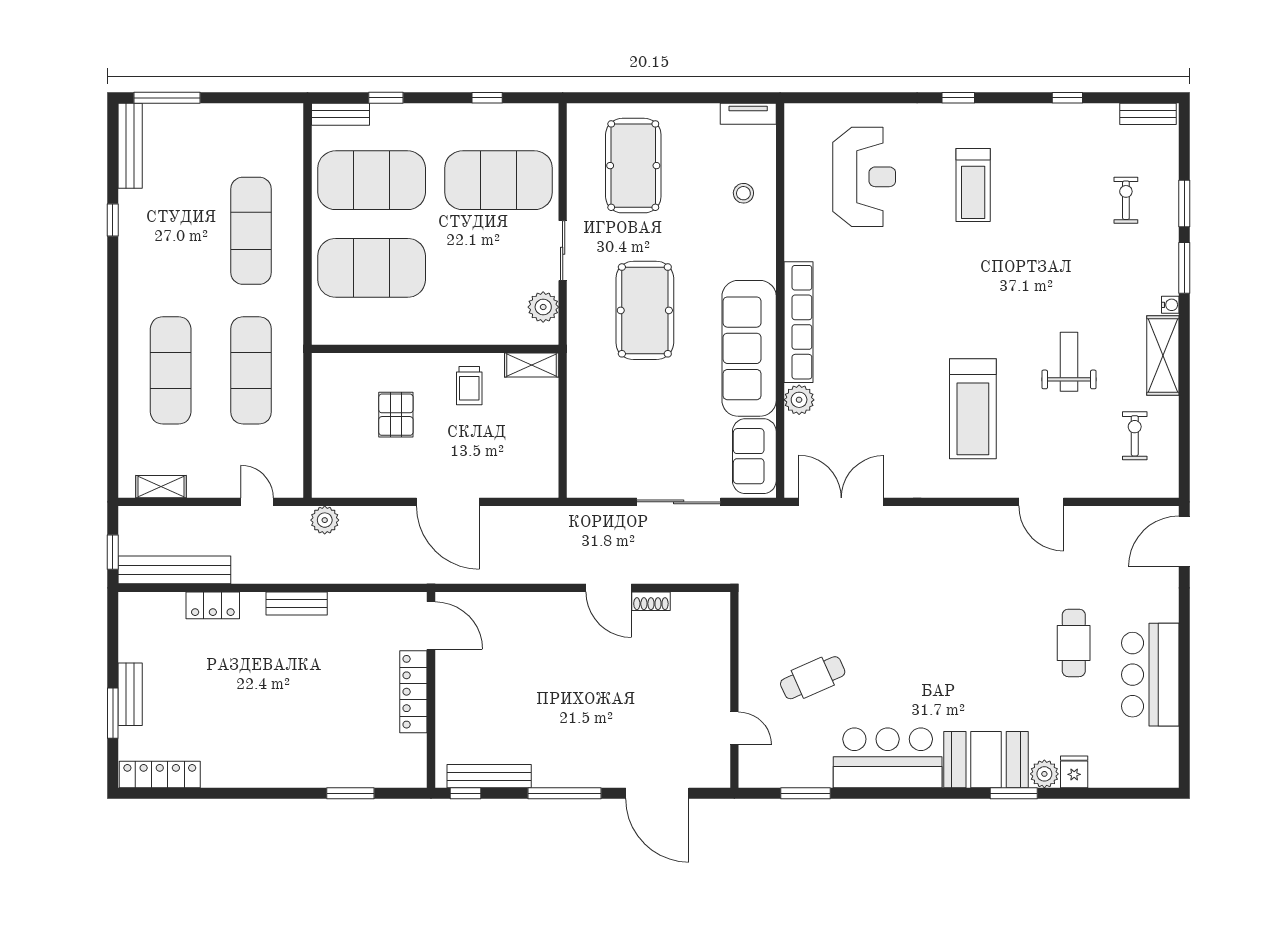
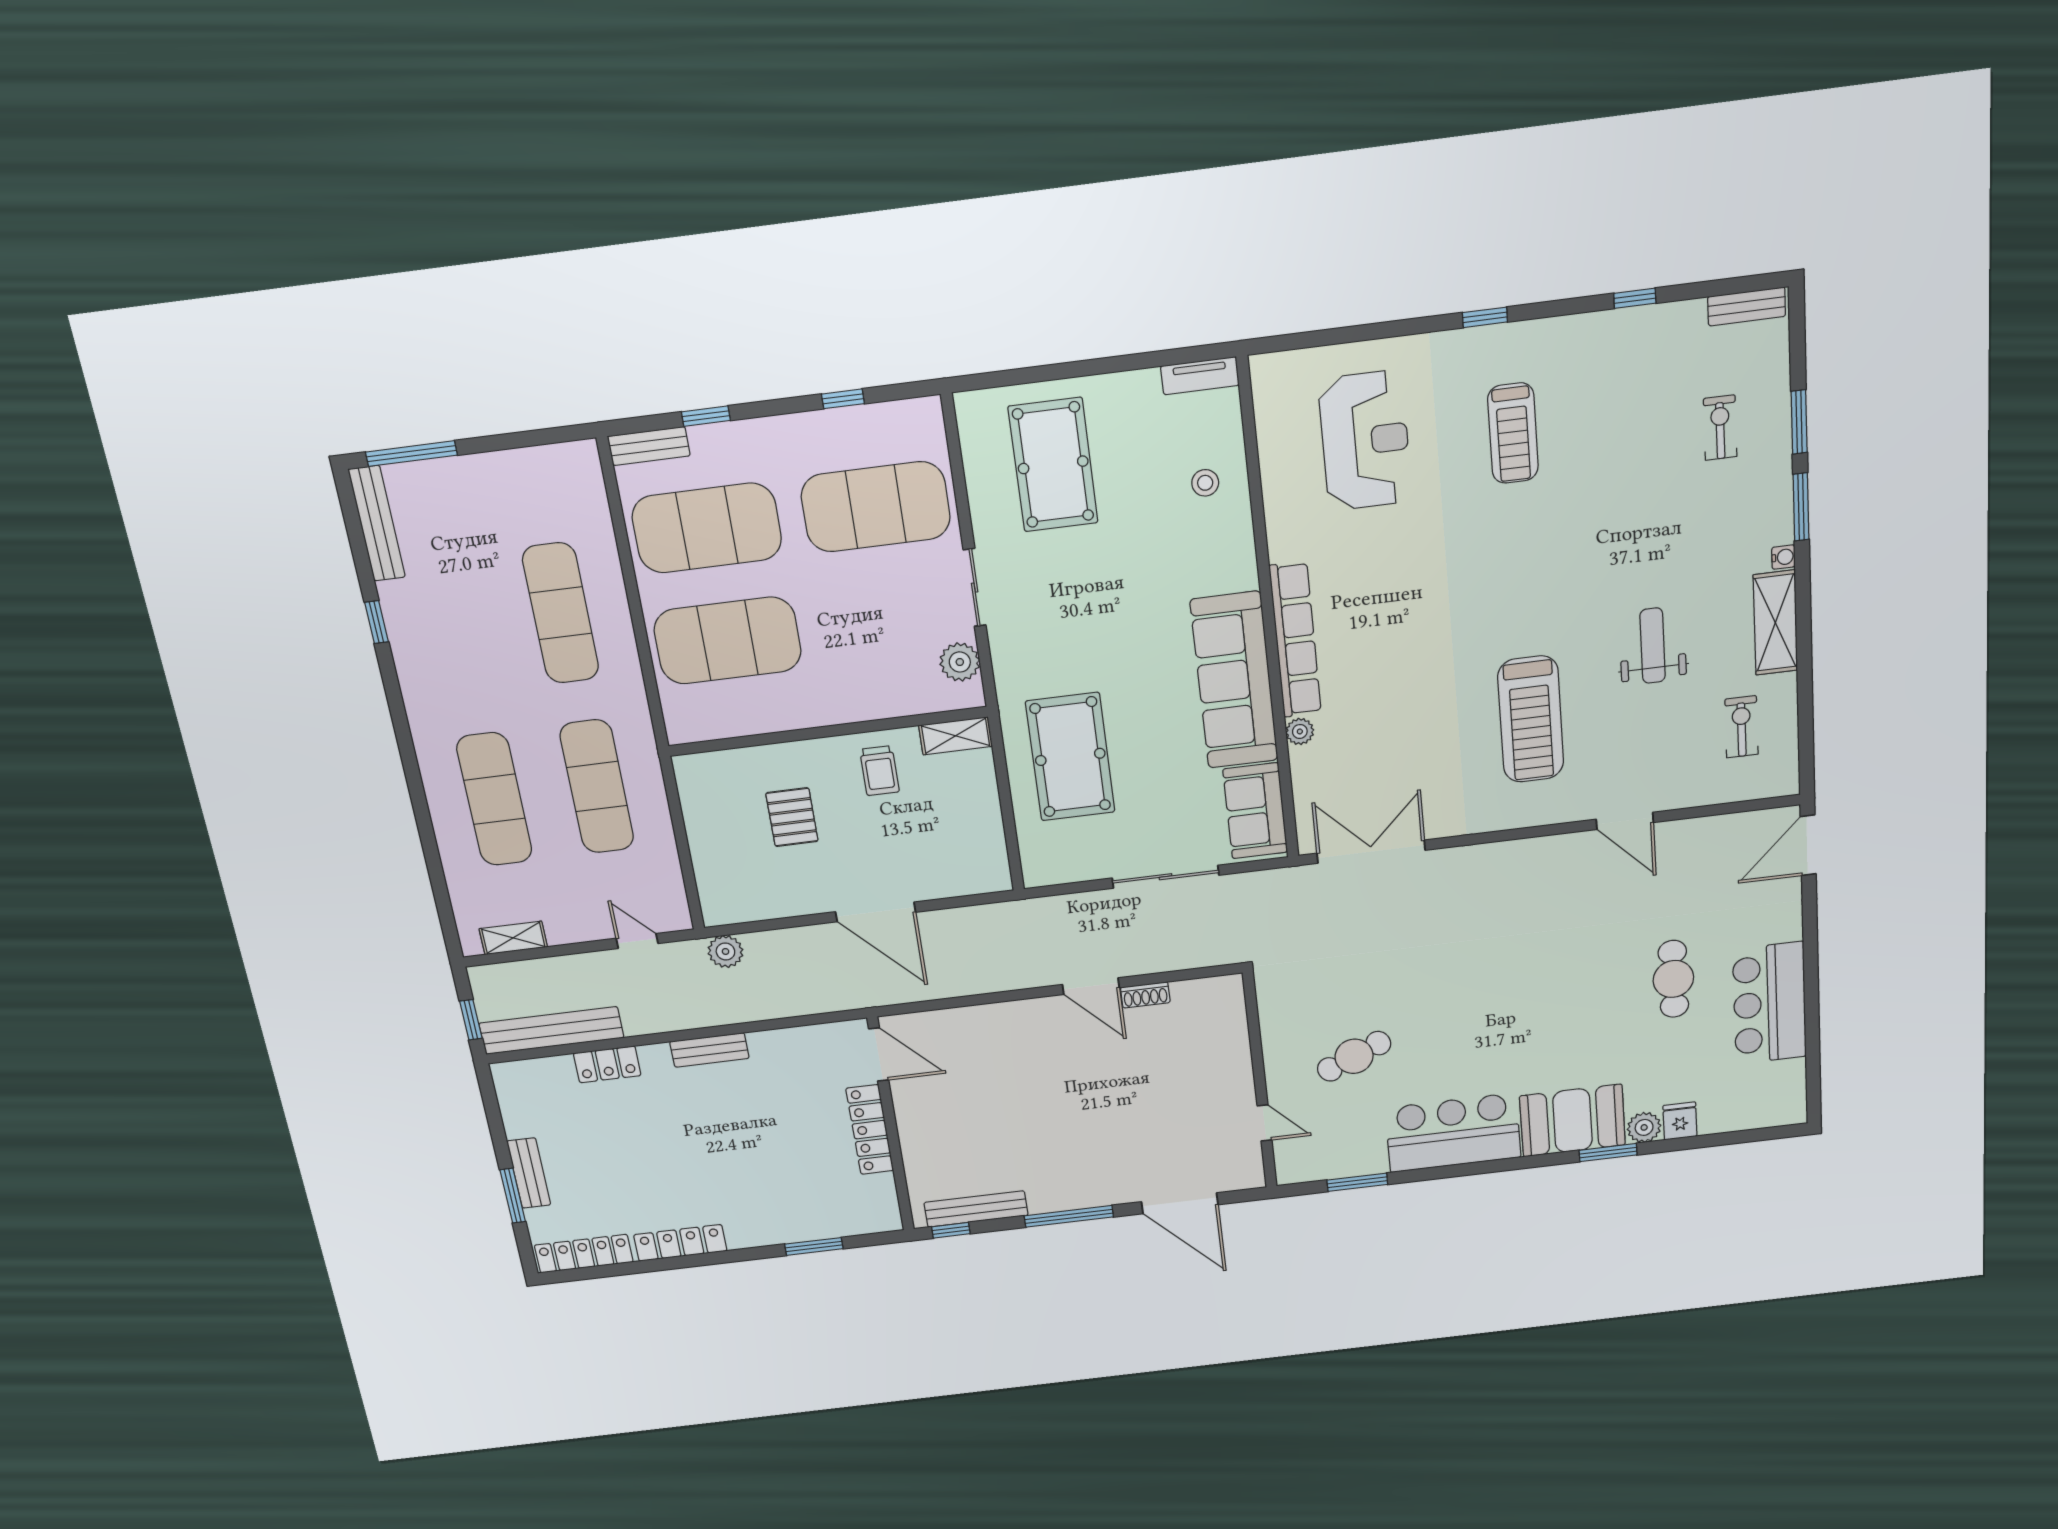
pool table: (645, 310) -> (1070, 757), moved
plant: (799, 400) -> (1300, 731), width x0.73, depth x0.73
locker: (241, 775) -> (680, 1243), added

